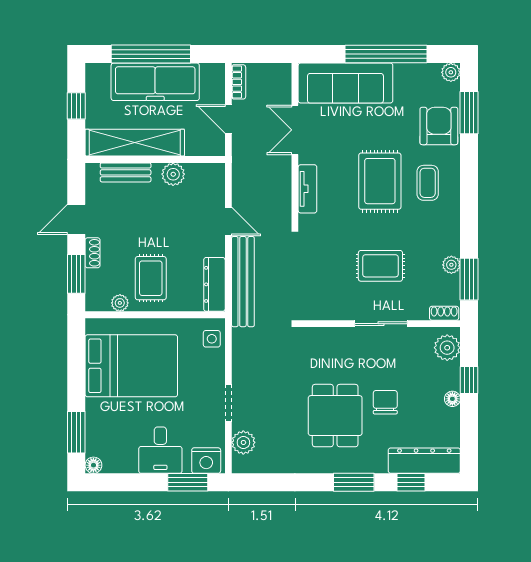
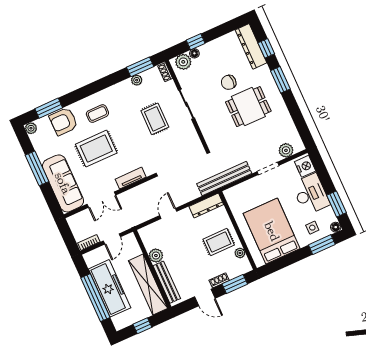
window: (386, 54) -> (37, 168), width x0.68
bench: (126, 172) -> (167, 282), width x1.36
rug: (380, 181) -> (96, 149), moved
bench: (243, 282) -> (224, 179), moved
side table: (212, 339) -> (312, 228), moved
floor lamp: (452, 399) -> (194, 53), moved
desk: (160, 450) -> (311, 194), width x1.37
window: (188, 482) -> (337, 204), moved

